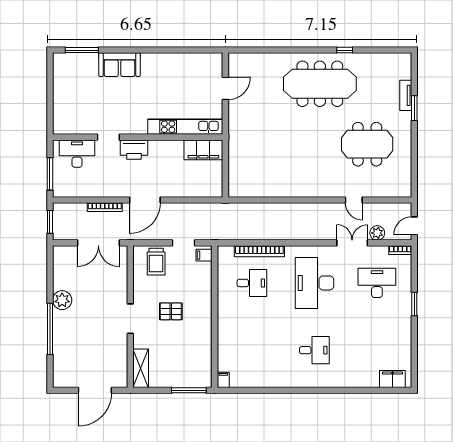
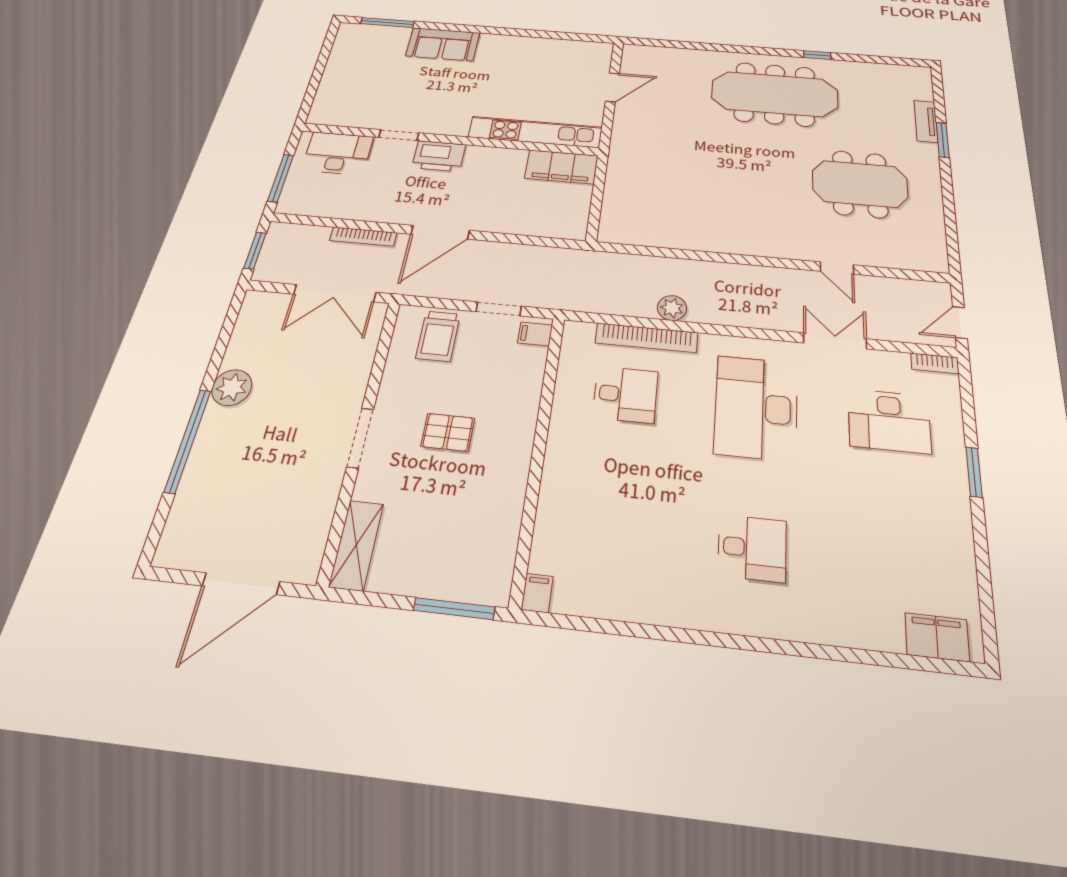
plant: (377, 233) -> (672, 308), moved
desk: (377, 283) -> (889, 421), turned 180

